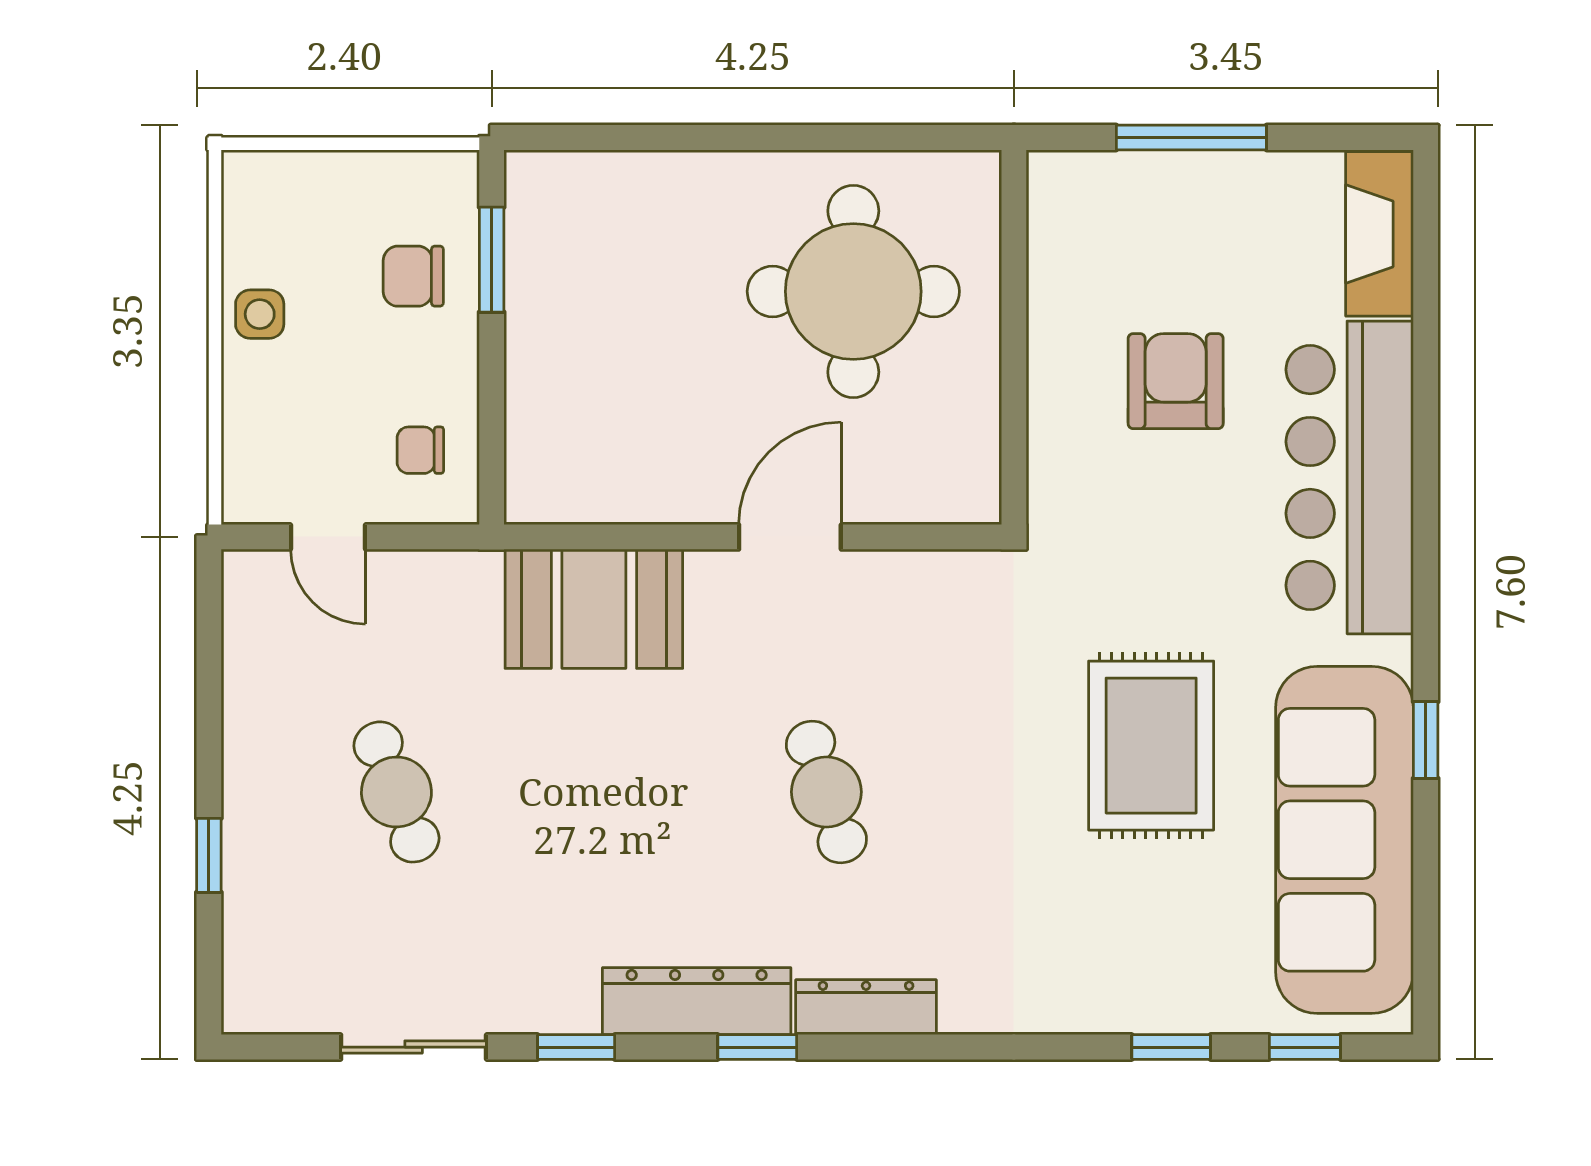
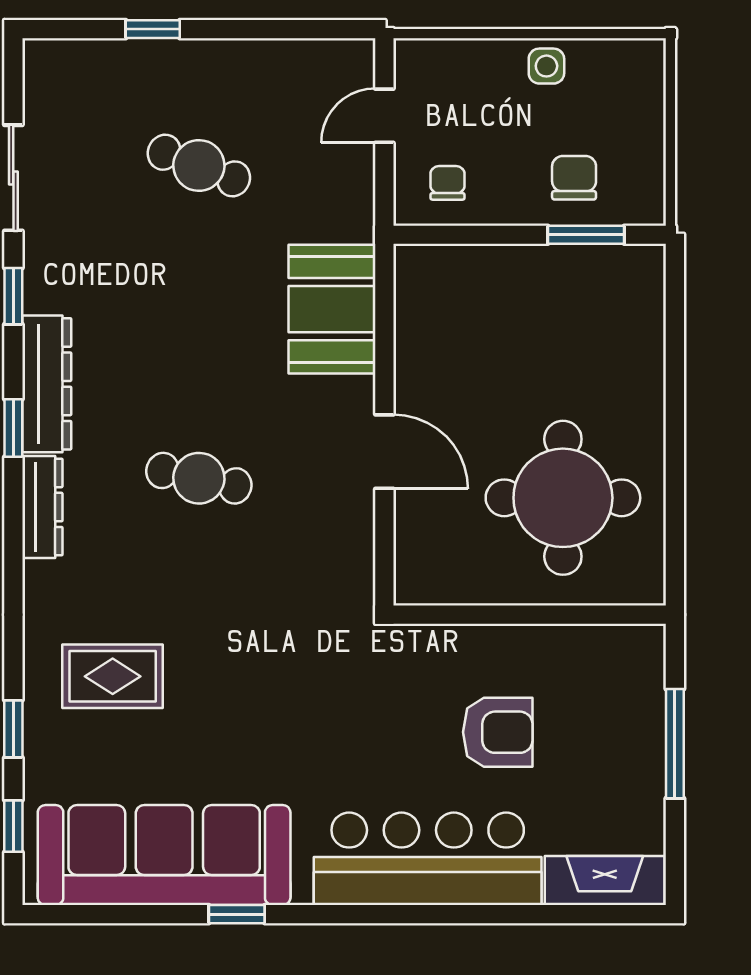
rug: (1151, 746) -> (113, 676), moved, width x0.73, depth x0.70
cafe table: (396, 792) -> (199, 166), turned 42
cafe table: (826, 792) -> (199, 478), turned 30

